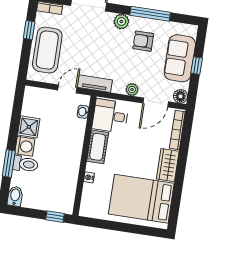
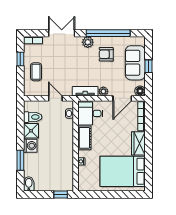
window: (150, 14) -> (108, 33), width x1.46
coffee table: (47, 50) -> (36, 72), width x0.54, depth x0.58
tv unit: (95, 84) -> (85, 91), moved
door: (67, 89) -> (55, 98), hinge flipped
toilet: (25, 164) -> (33, 117), moved

